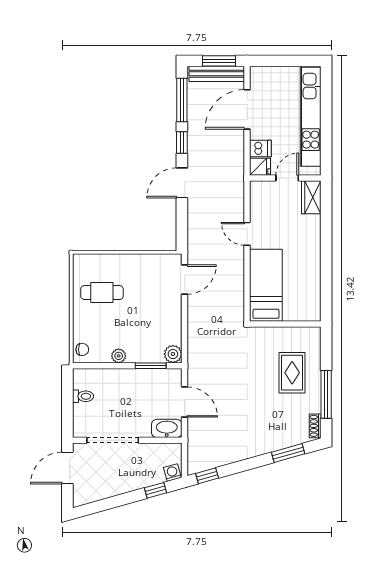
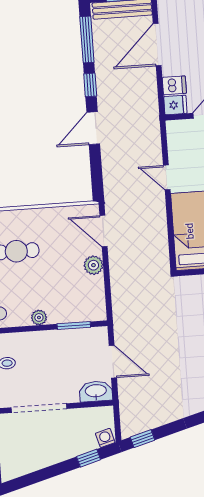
door: (185, 280) -> (103, 231), swing flipped
plant: (173, 354) -> (93, 265), moved

